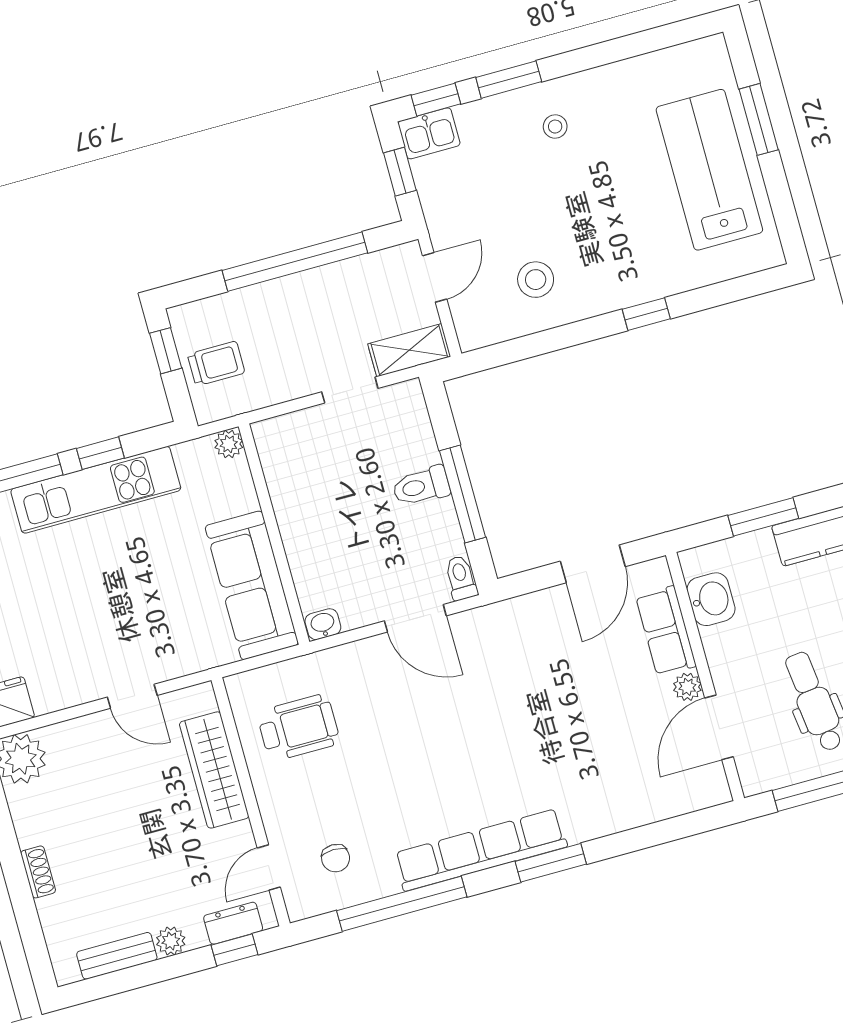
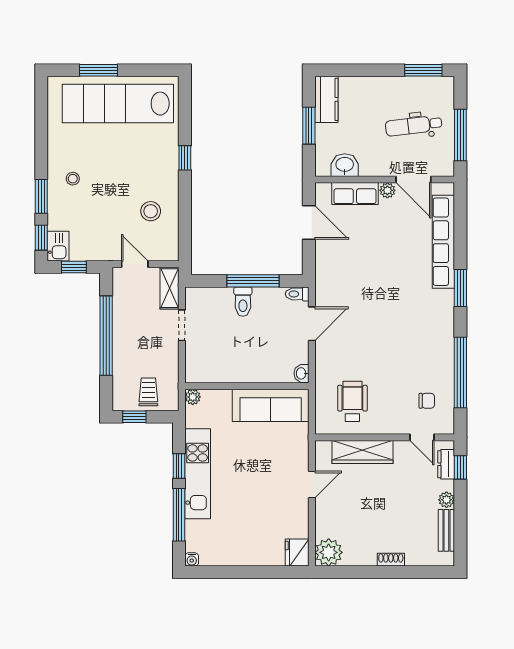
lab bench: (709, 170) -> (118, 104), width x1.36
row of seats: (481, 850) -> (443, 242), moved

